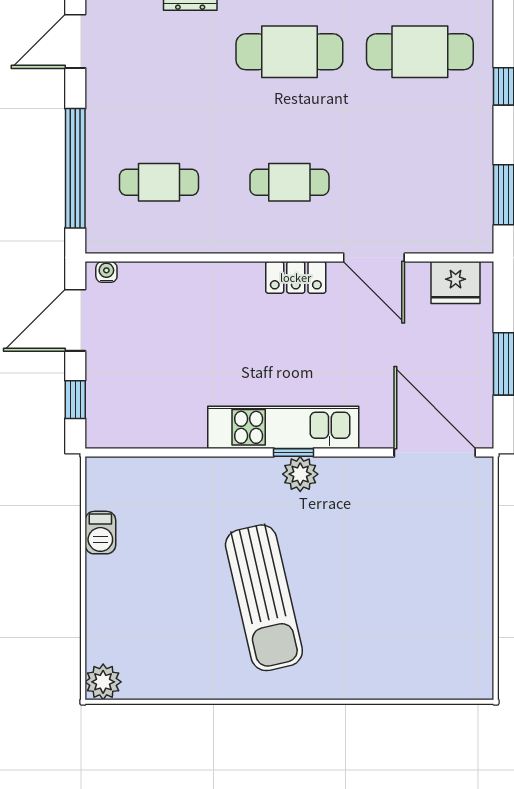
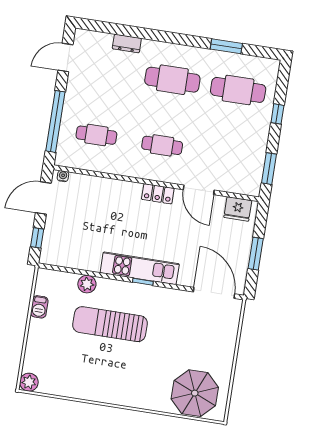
plant: (300, 474) -> (87, 284), moved
sun lounger: (264, 598) -> (110, 324), moved, turned 103
parasol: (428, 653) -> (195, 393), added

